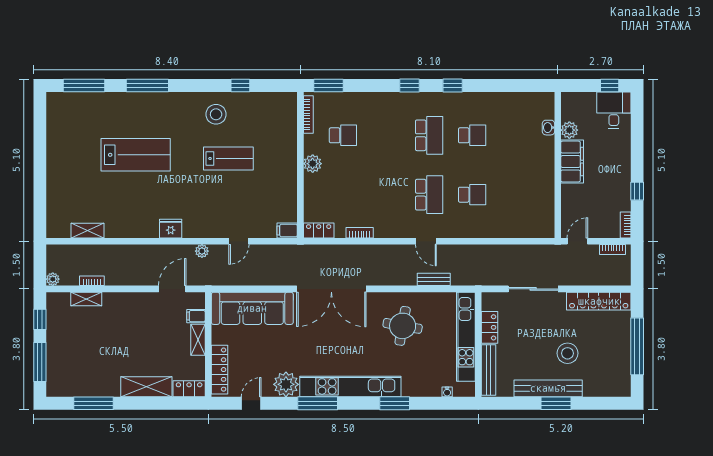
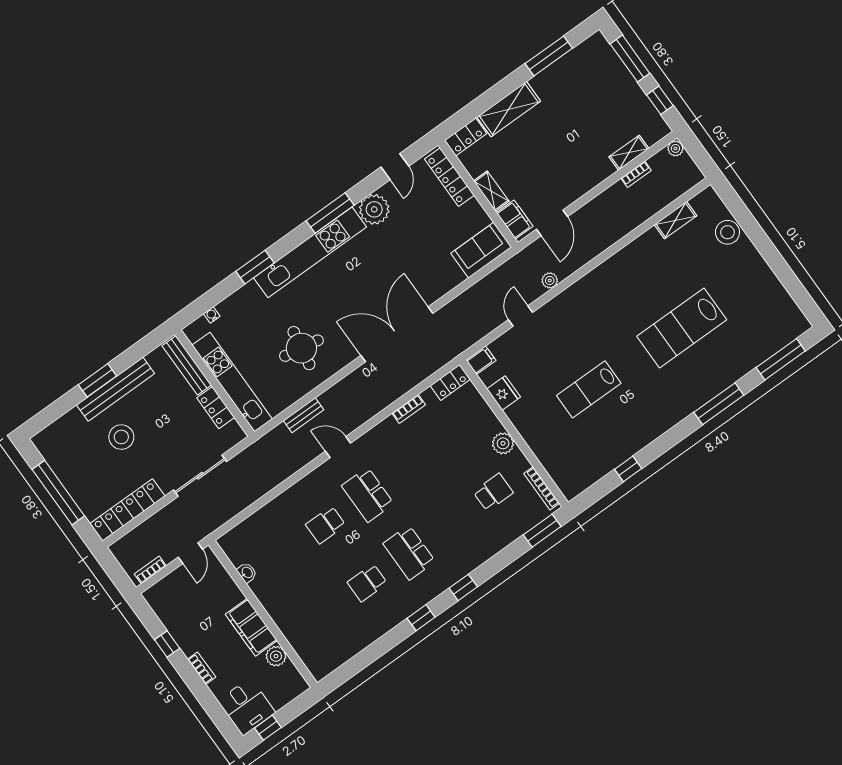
stool: (216, 114) -> (727, 232), moved
washbasin: (548, 128) -> (247, 573), moved
school desk: (343, 135) -> (493, 492), turned 180
bookcase: (626, 225) -> (202, 668), moved
fridge: (171, 229) -> (504, 393), moved, turned -90
sofa: (252, 308) -> (481, 250), width x0.54, depth x0.79
filing cabinet: (196, 316) -> (515, 220), width x2.00

